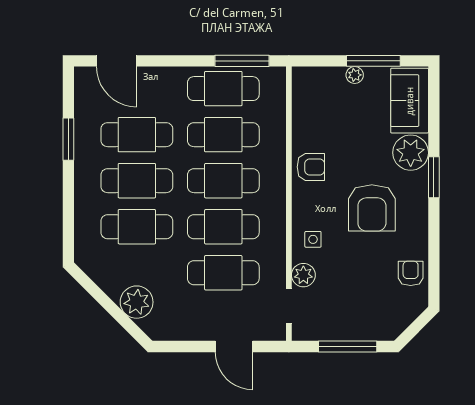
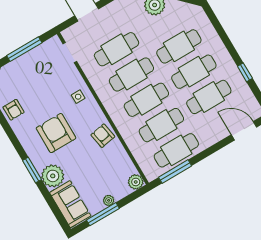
window: (68, 139) -> (245, 72), width x0.67
armchair: (311, 167) -> (103, 136), turned 80
plant: (303, 275) -> (136, 182), moved

